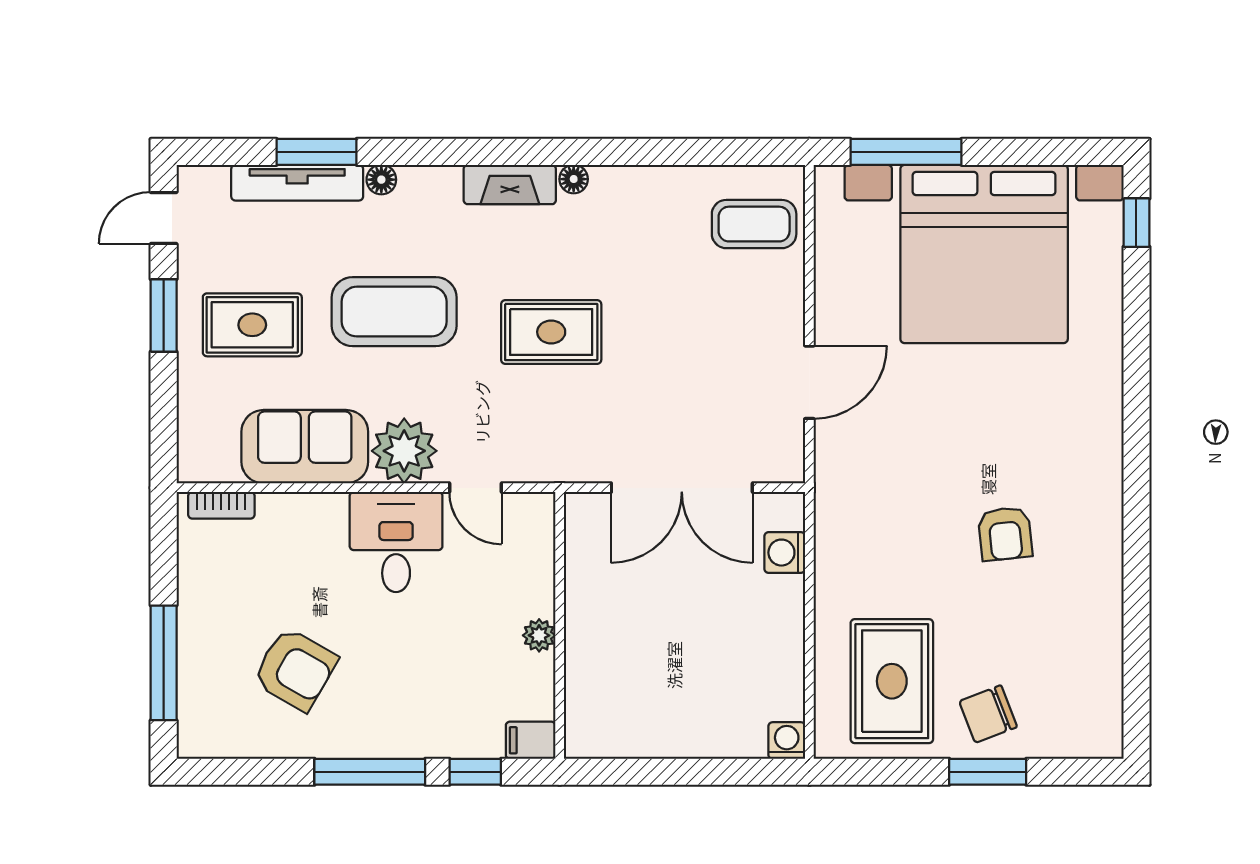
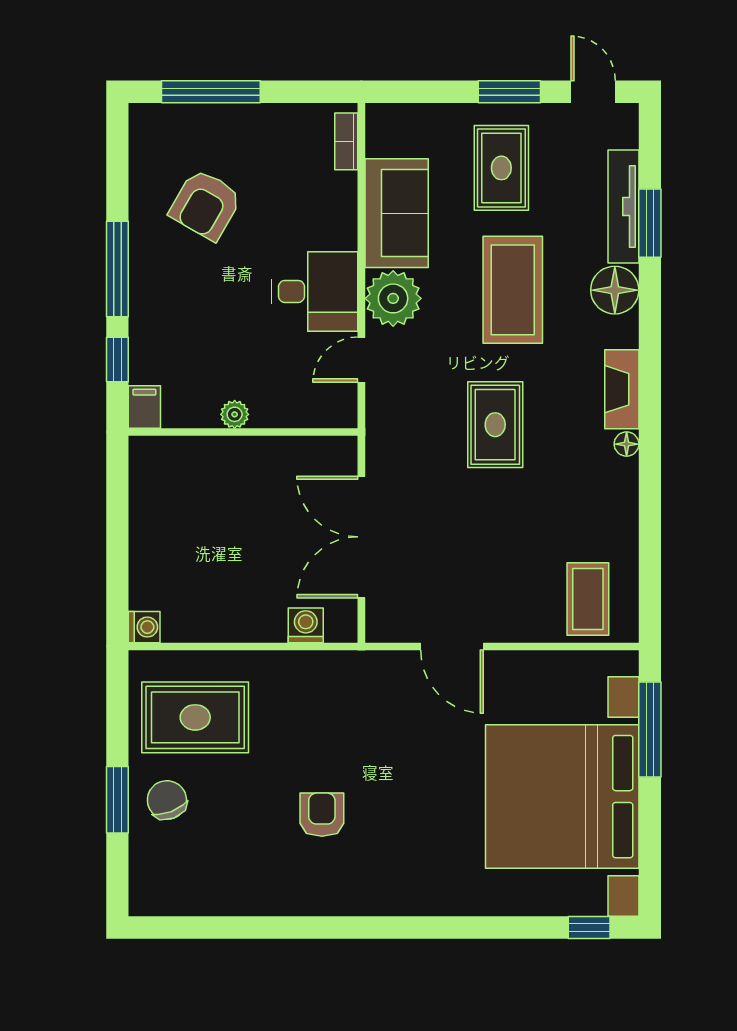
floor lamp: (381, 180) -> (615, 290), width x1.89, depth x1.89
armchair: (1005, 534) -> (322, 815), turned 96

